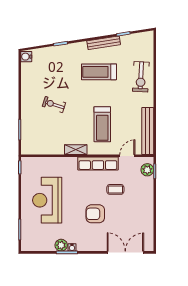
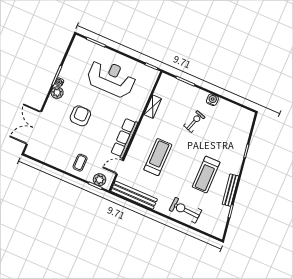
water cooler: (26, 57) -> (212, 100), moved
treadmill: (99, 72) -> (206, 175), turned 180
treadmill: (102, 124) -> (158, 157), turned 90
shelving: (76, 150) -> (153, 107), moved
door: (127, 156) -> (120, 167), swing flipped
coffee table: (115, 189) -> (80, 163), moved
plant: (61, 245) -> (57, 93), moved
double door: (125, 252) -> (34, 128), swing flipped

